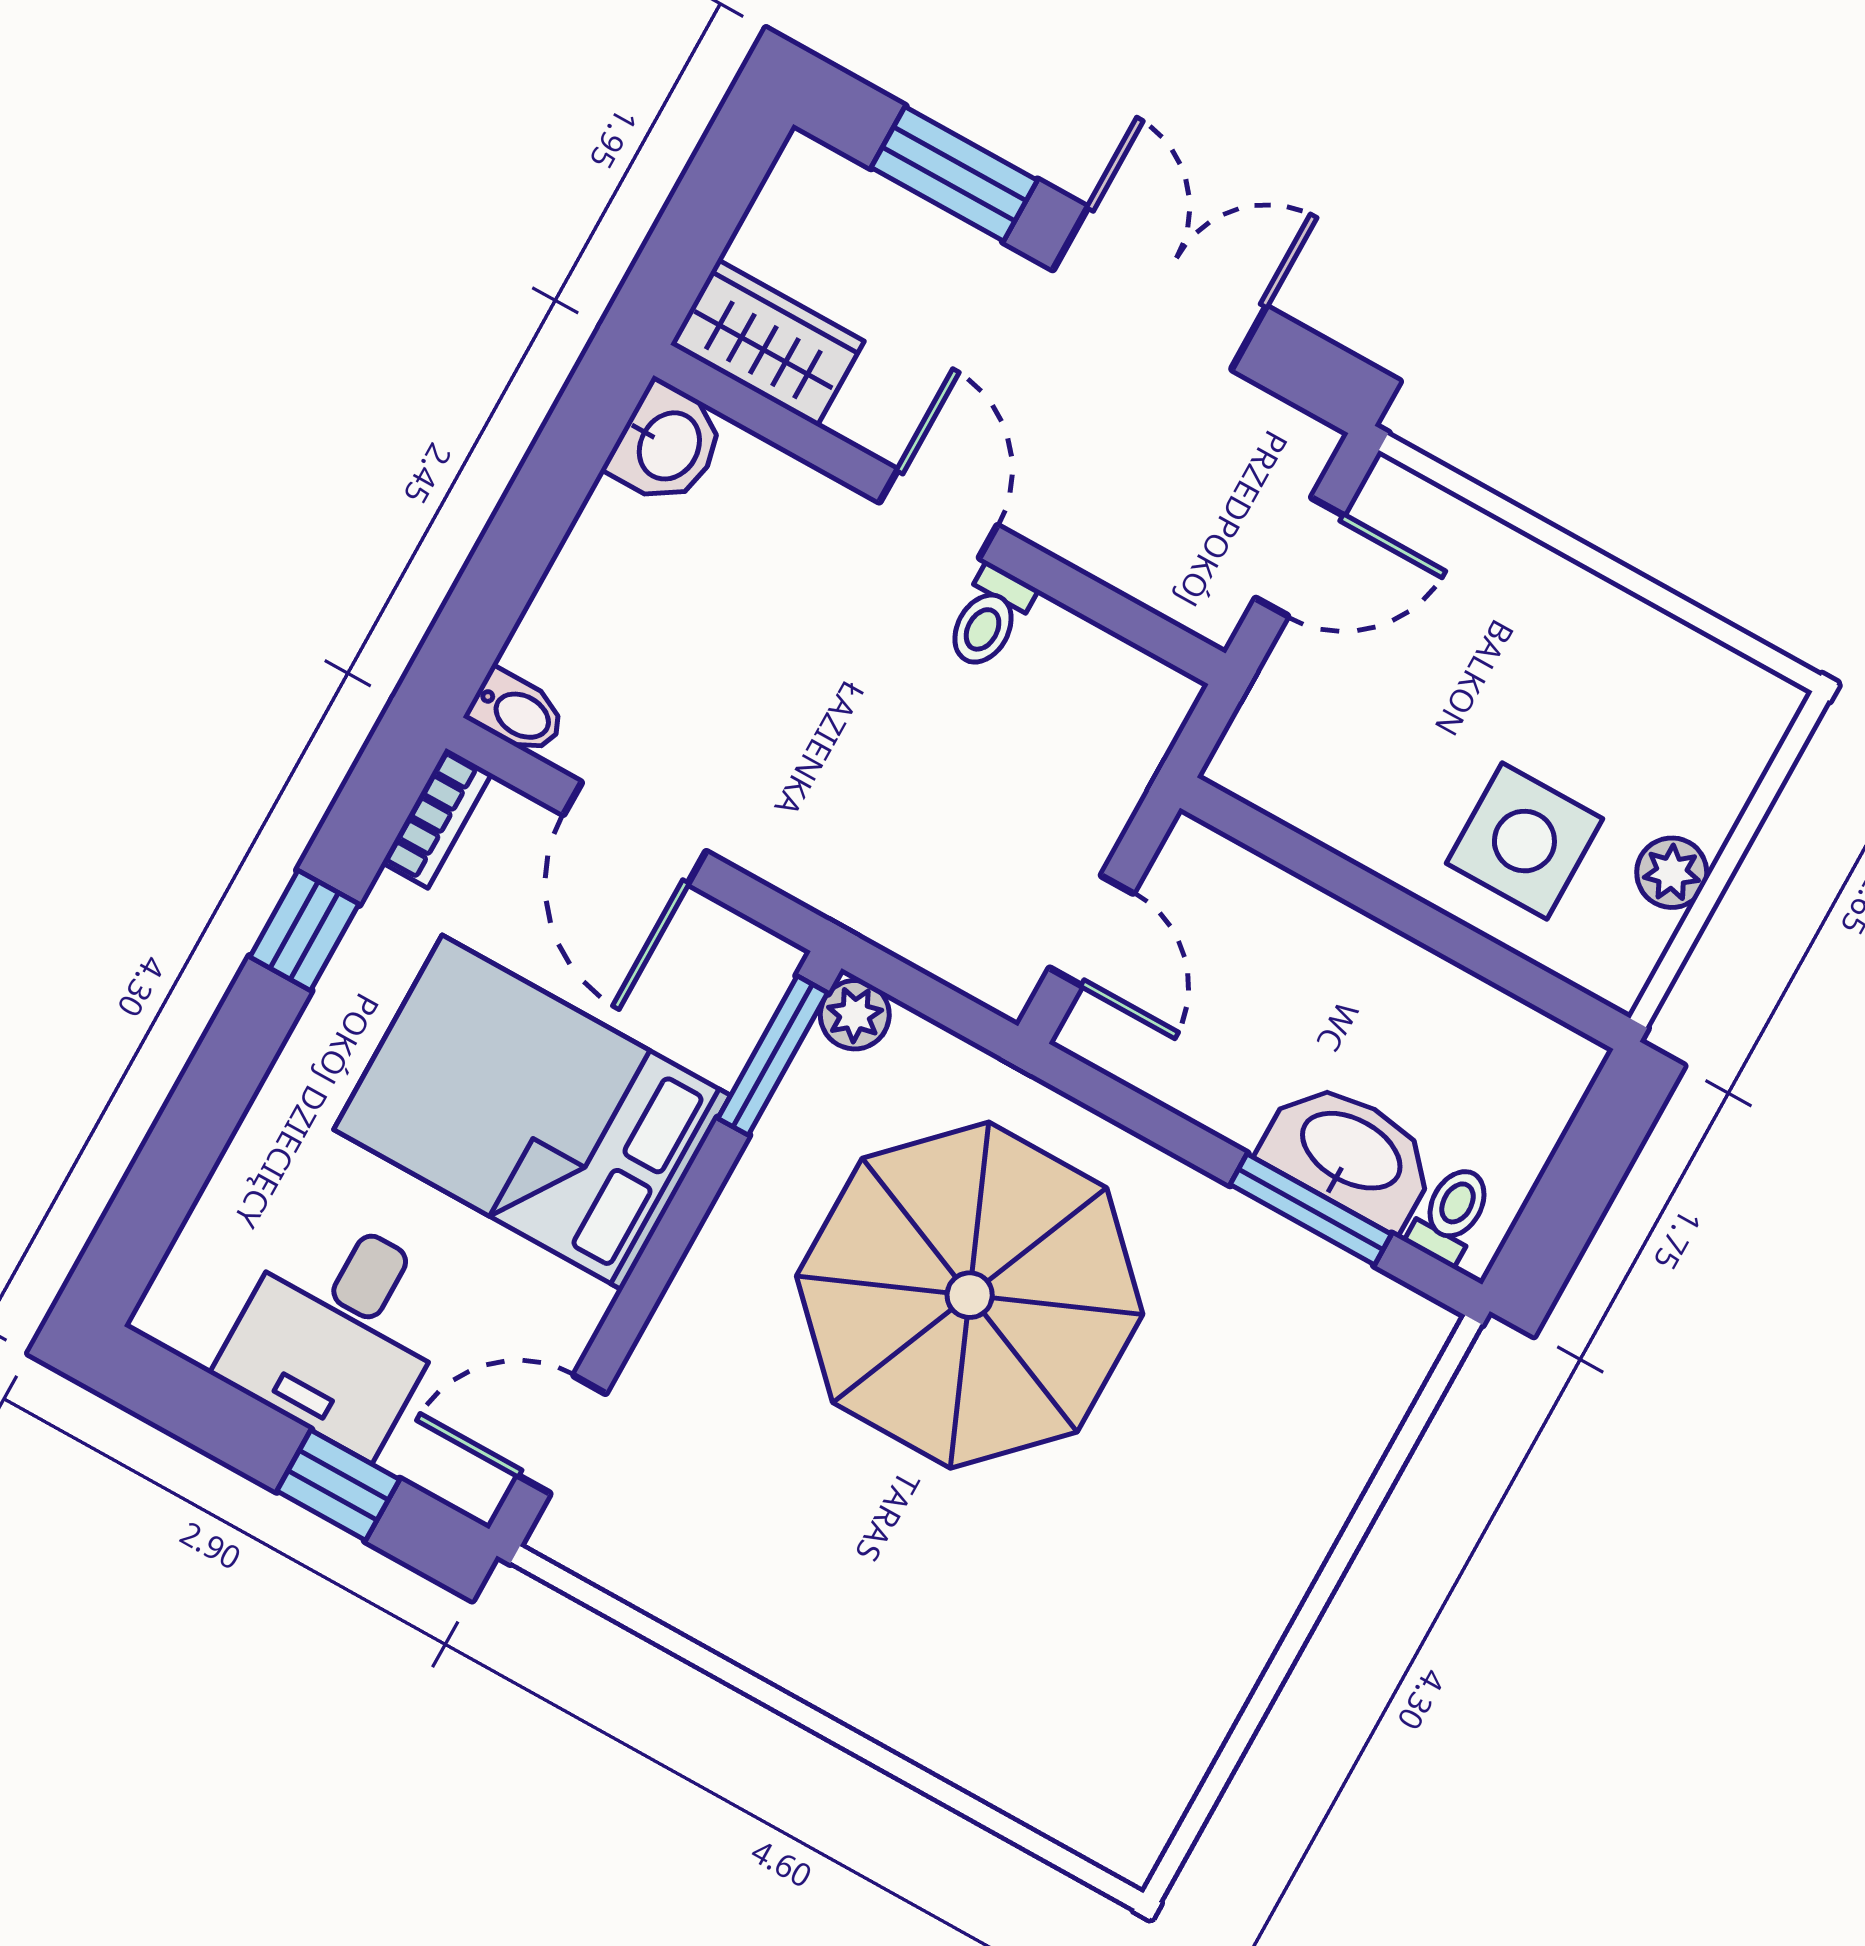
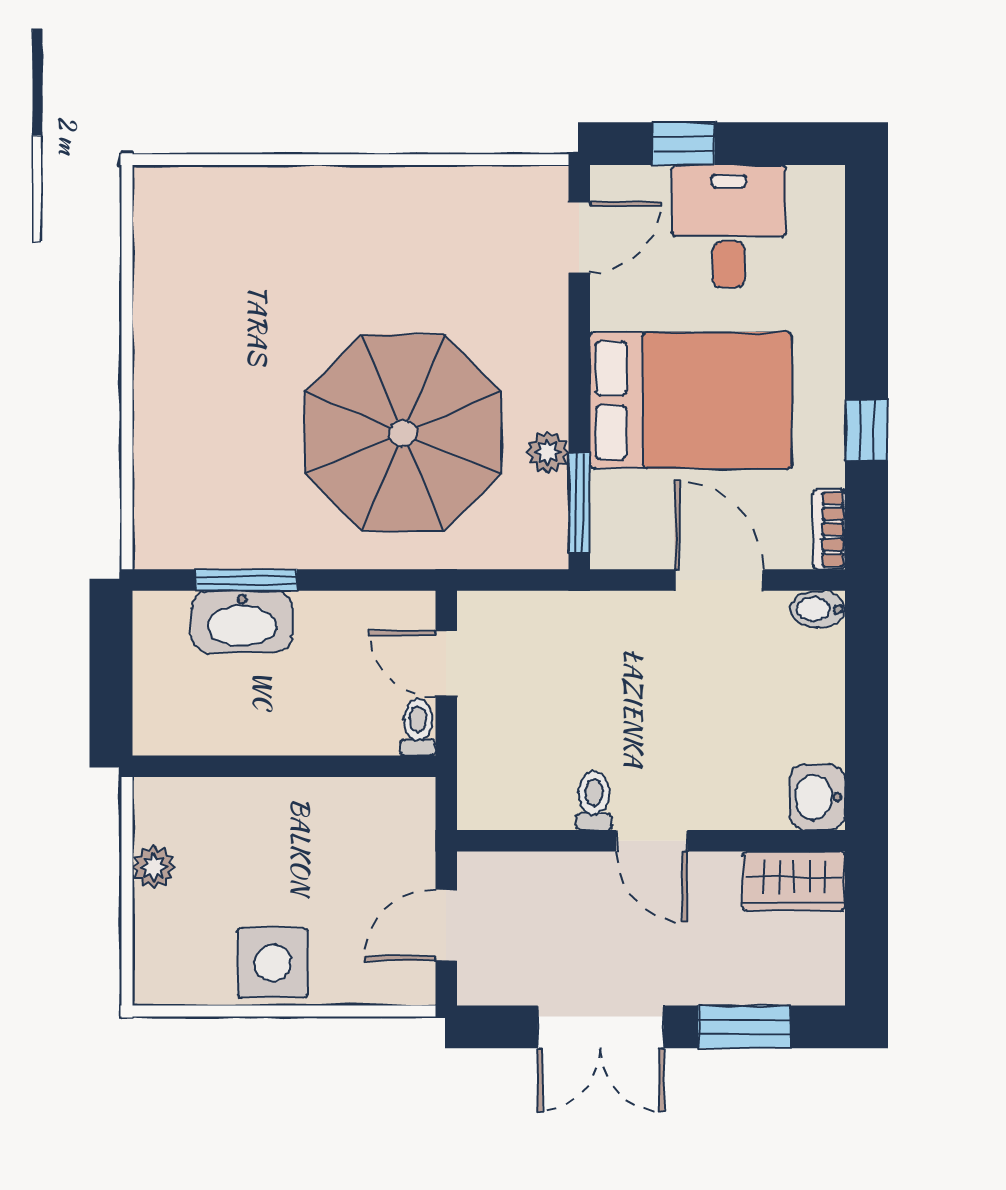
side table: (1524, 841) -> (273, 963), moved
plant: (855, 1015) -> (548, 452), moved
toilet: (1451, 1214) -> (418, 727), moved, turned 180

